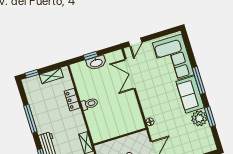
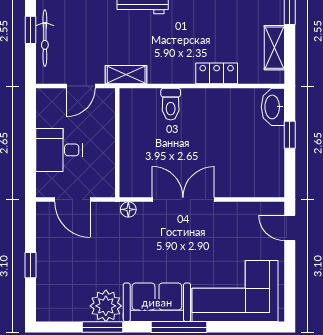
washbasin: (96, 63) -> (273, 107), moved
double door: (130, 74) -> (183, 200), moved
toilet: (89, 104) -> (171, 104), moved

